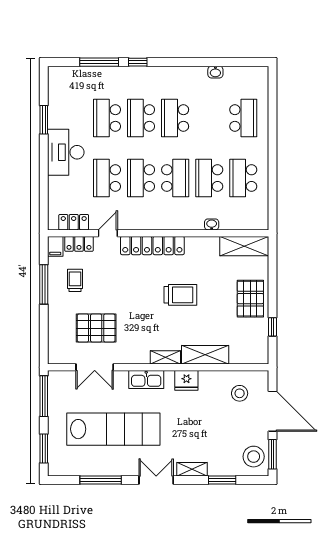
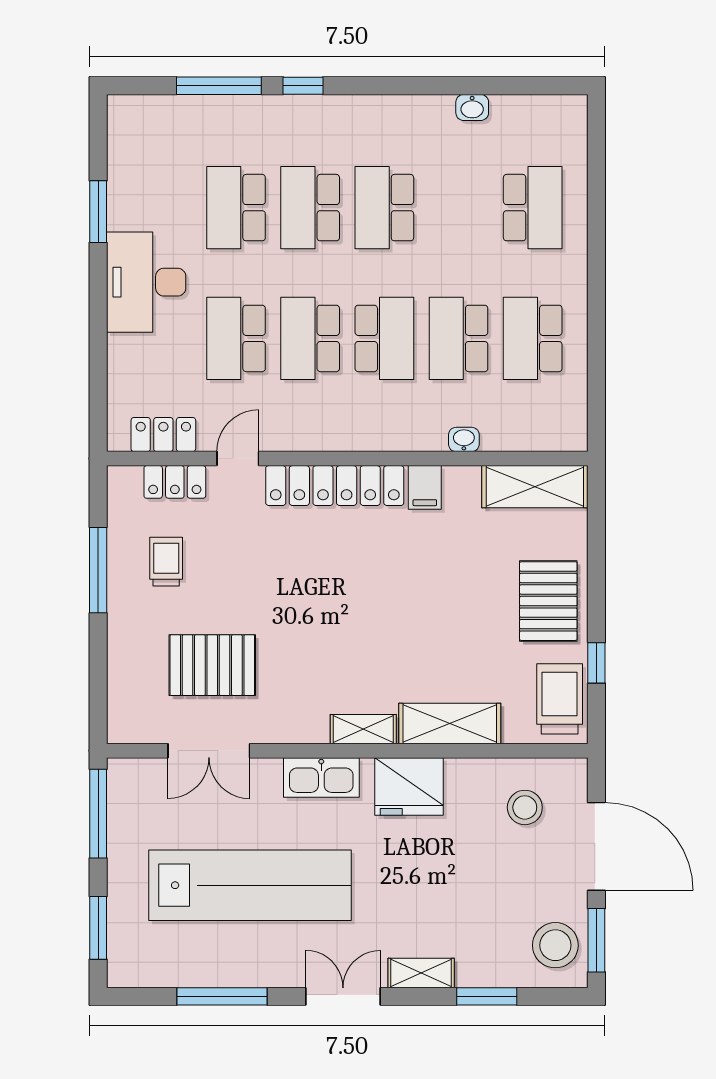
filing cabinet: (55, 246) -> (425, 487), moved
trolley: (180, 295) -> (560, 699), moved, turned -90
fridge: (186, 380) -> (409, 786), width x1.36, depth x1.34

